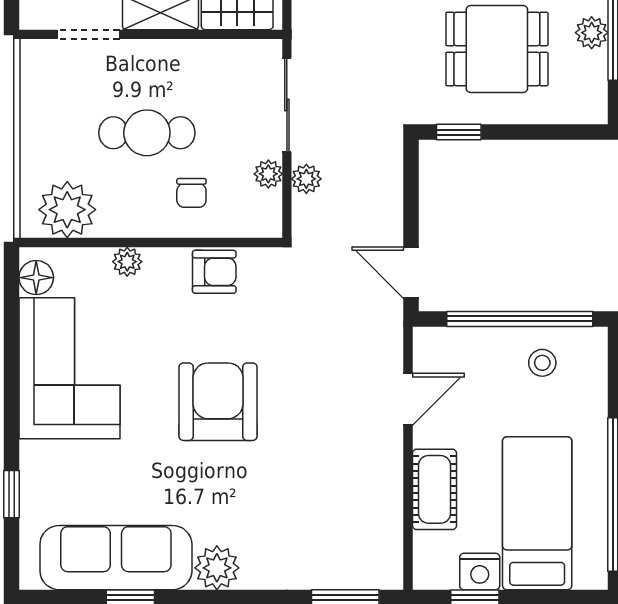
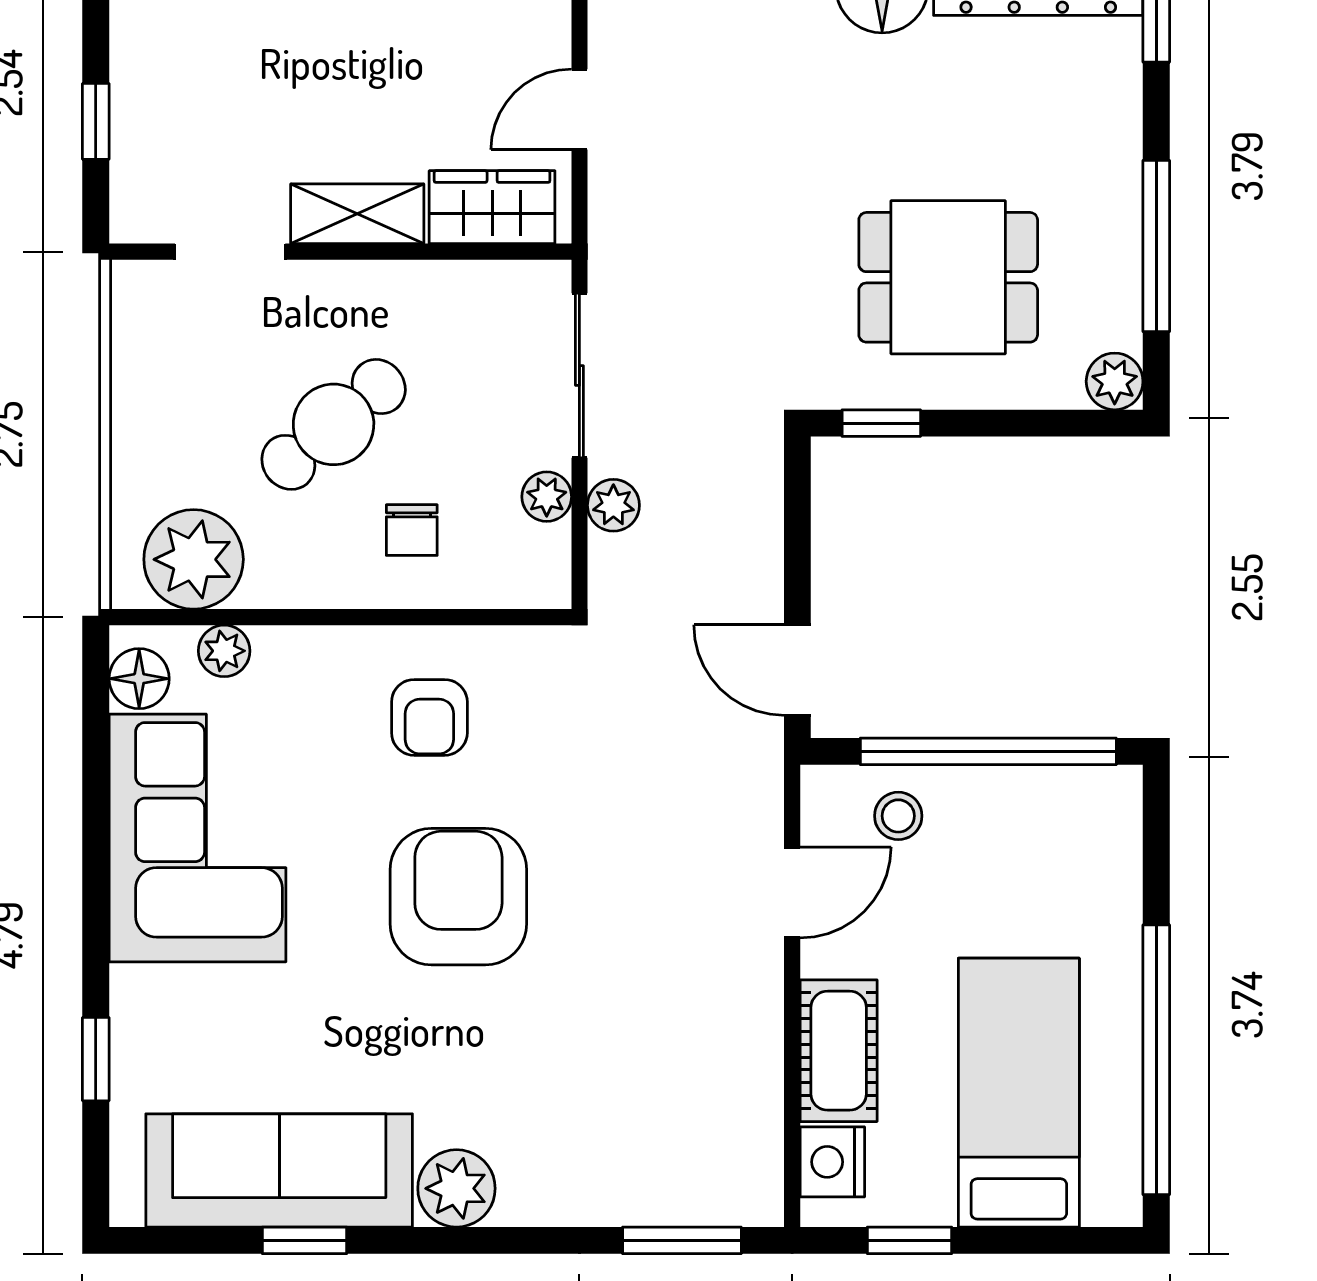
plant: (592, 33) -> (1115, 381), moved
cafe table: (147, 133) -> (334, 424), turned -40
plant: (127, 262) -> (224, 651), moved
armchair: (214, 272) -> (429, 717), moved, turned 90
stool: (542, 363) -> (898, 816), moved
nightstand: (480, 571) -> (832, 1162), moved, turned 90

